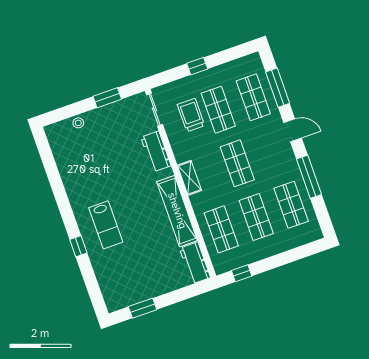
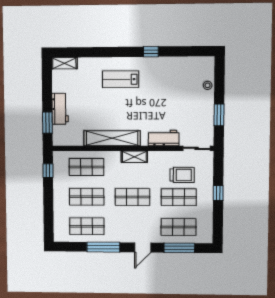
window: (78, 246) -> (151, 52), moved
workbench: (195, 263) -> (60, 109), moved, turned 90
shelving: (110, 296) -> (64, 63), added
window: (143, 308) -> (47, 123), moved

